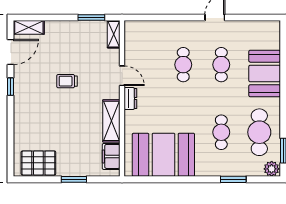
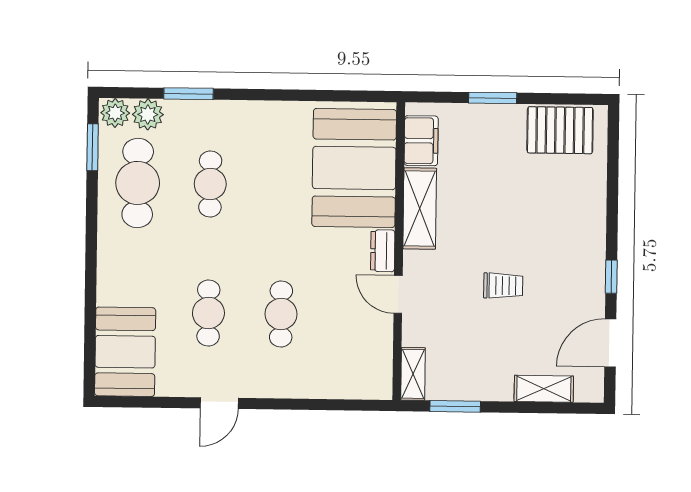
shelving: (29, 27) -> (544, 389), moved
booth: (265, 73) -> (125, 352), moved
booth: (163, 155) -> (354, 168), moved, turned 90
plant: (254, 168) -> (148, 114), added

